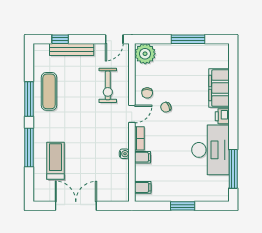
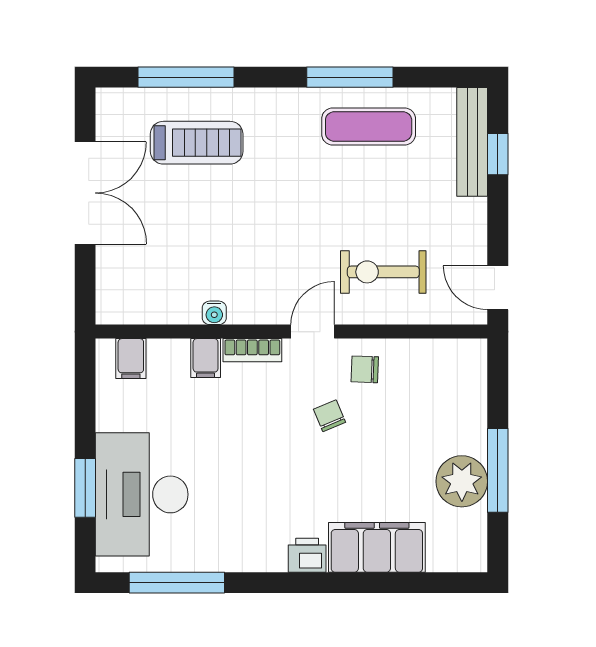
bench: (72, 50) -> (472, 142), moved
plant: (145, 54) -> (462, 481), moved
door: (132, 114) -> (313, 332), swing flipped
window: (29, 147) -> (186, 77), moved
desk: (210, 150) -> (142, 494), moved, turned 90
window: (183, 206) -> (85, 488), moved

